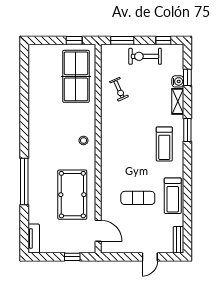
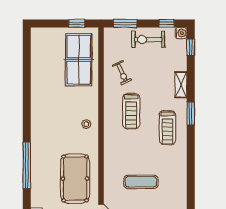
window: (187, 77) -> (191, 47), moved
water cooler: (178, 81) -> (181, 33), moved
treadmill: (173, 196) -> (131, 111), moved

